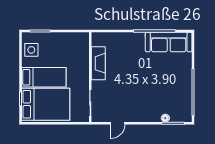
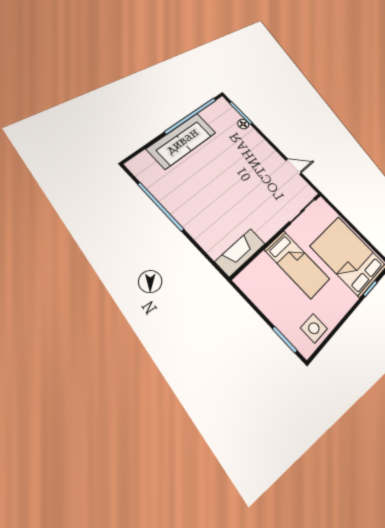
sofa: (169, 42) -> (182, 141), moved, turned 90
fireplace: (98, 63) -> (240, 253), moved
bed: (44, 77) -> (297, 264), moved, turned 180

